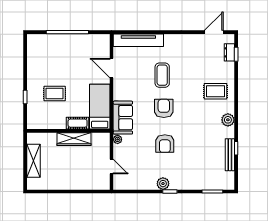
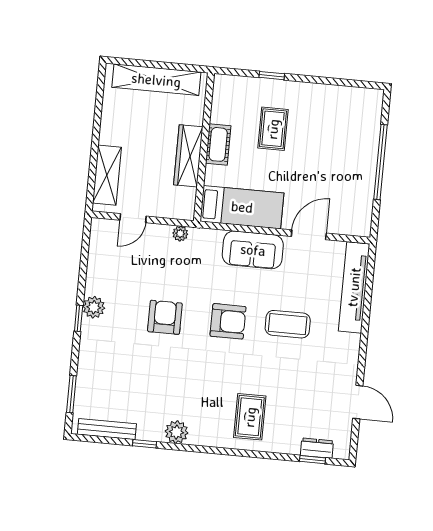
door: (214, 32) -> (358, 402), moved
sofa: (123, 118) -> (253, 250), moved
plant: (228, 120) -> (177, 432), moved
cot: (78, 123) -> (218, 144), moved
armchair: (165, 144) -> (165, 317), turned 90
bench: (230, 155) -> (107, 429), moved
shelving: (33, 161) -> (156, 80), width x1.47
shelving: (89, 183) -> (107, 175), added

